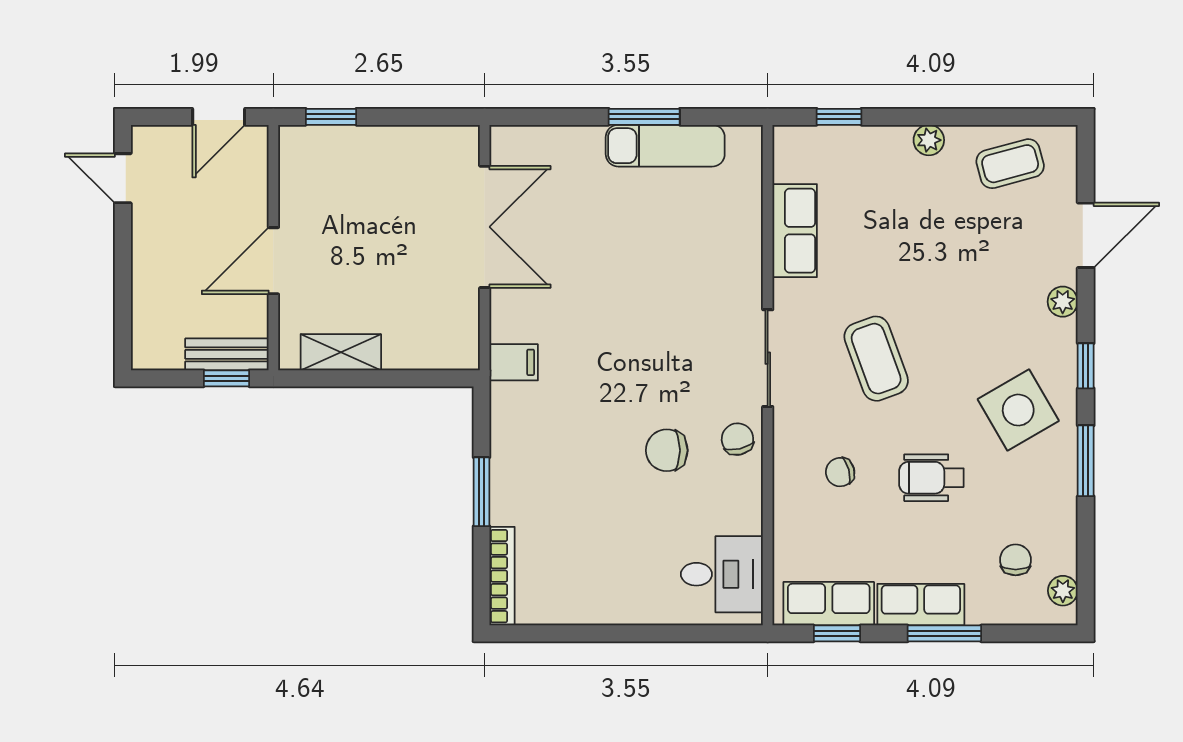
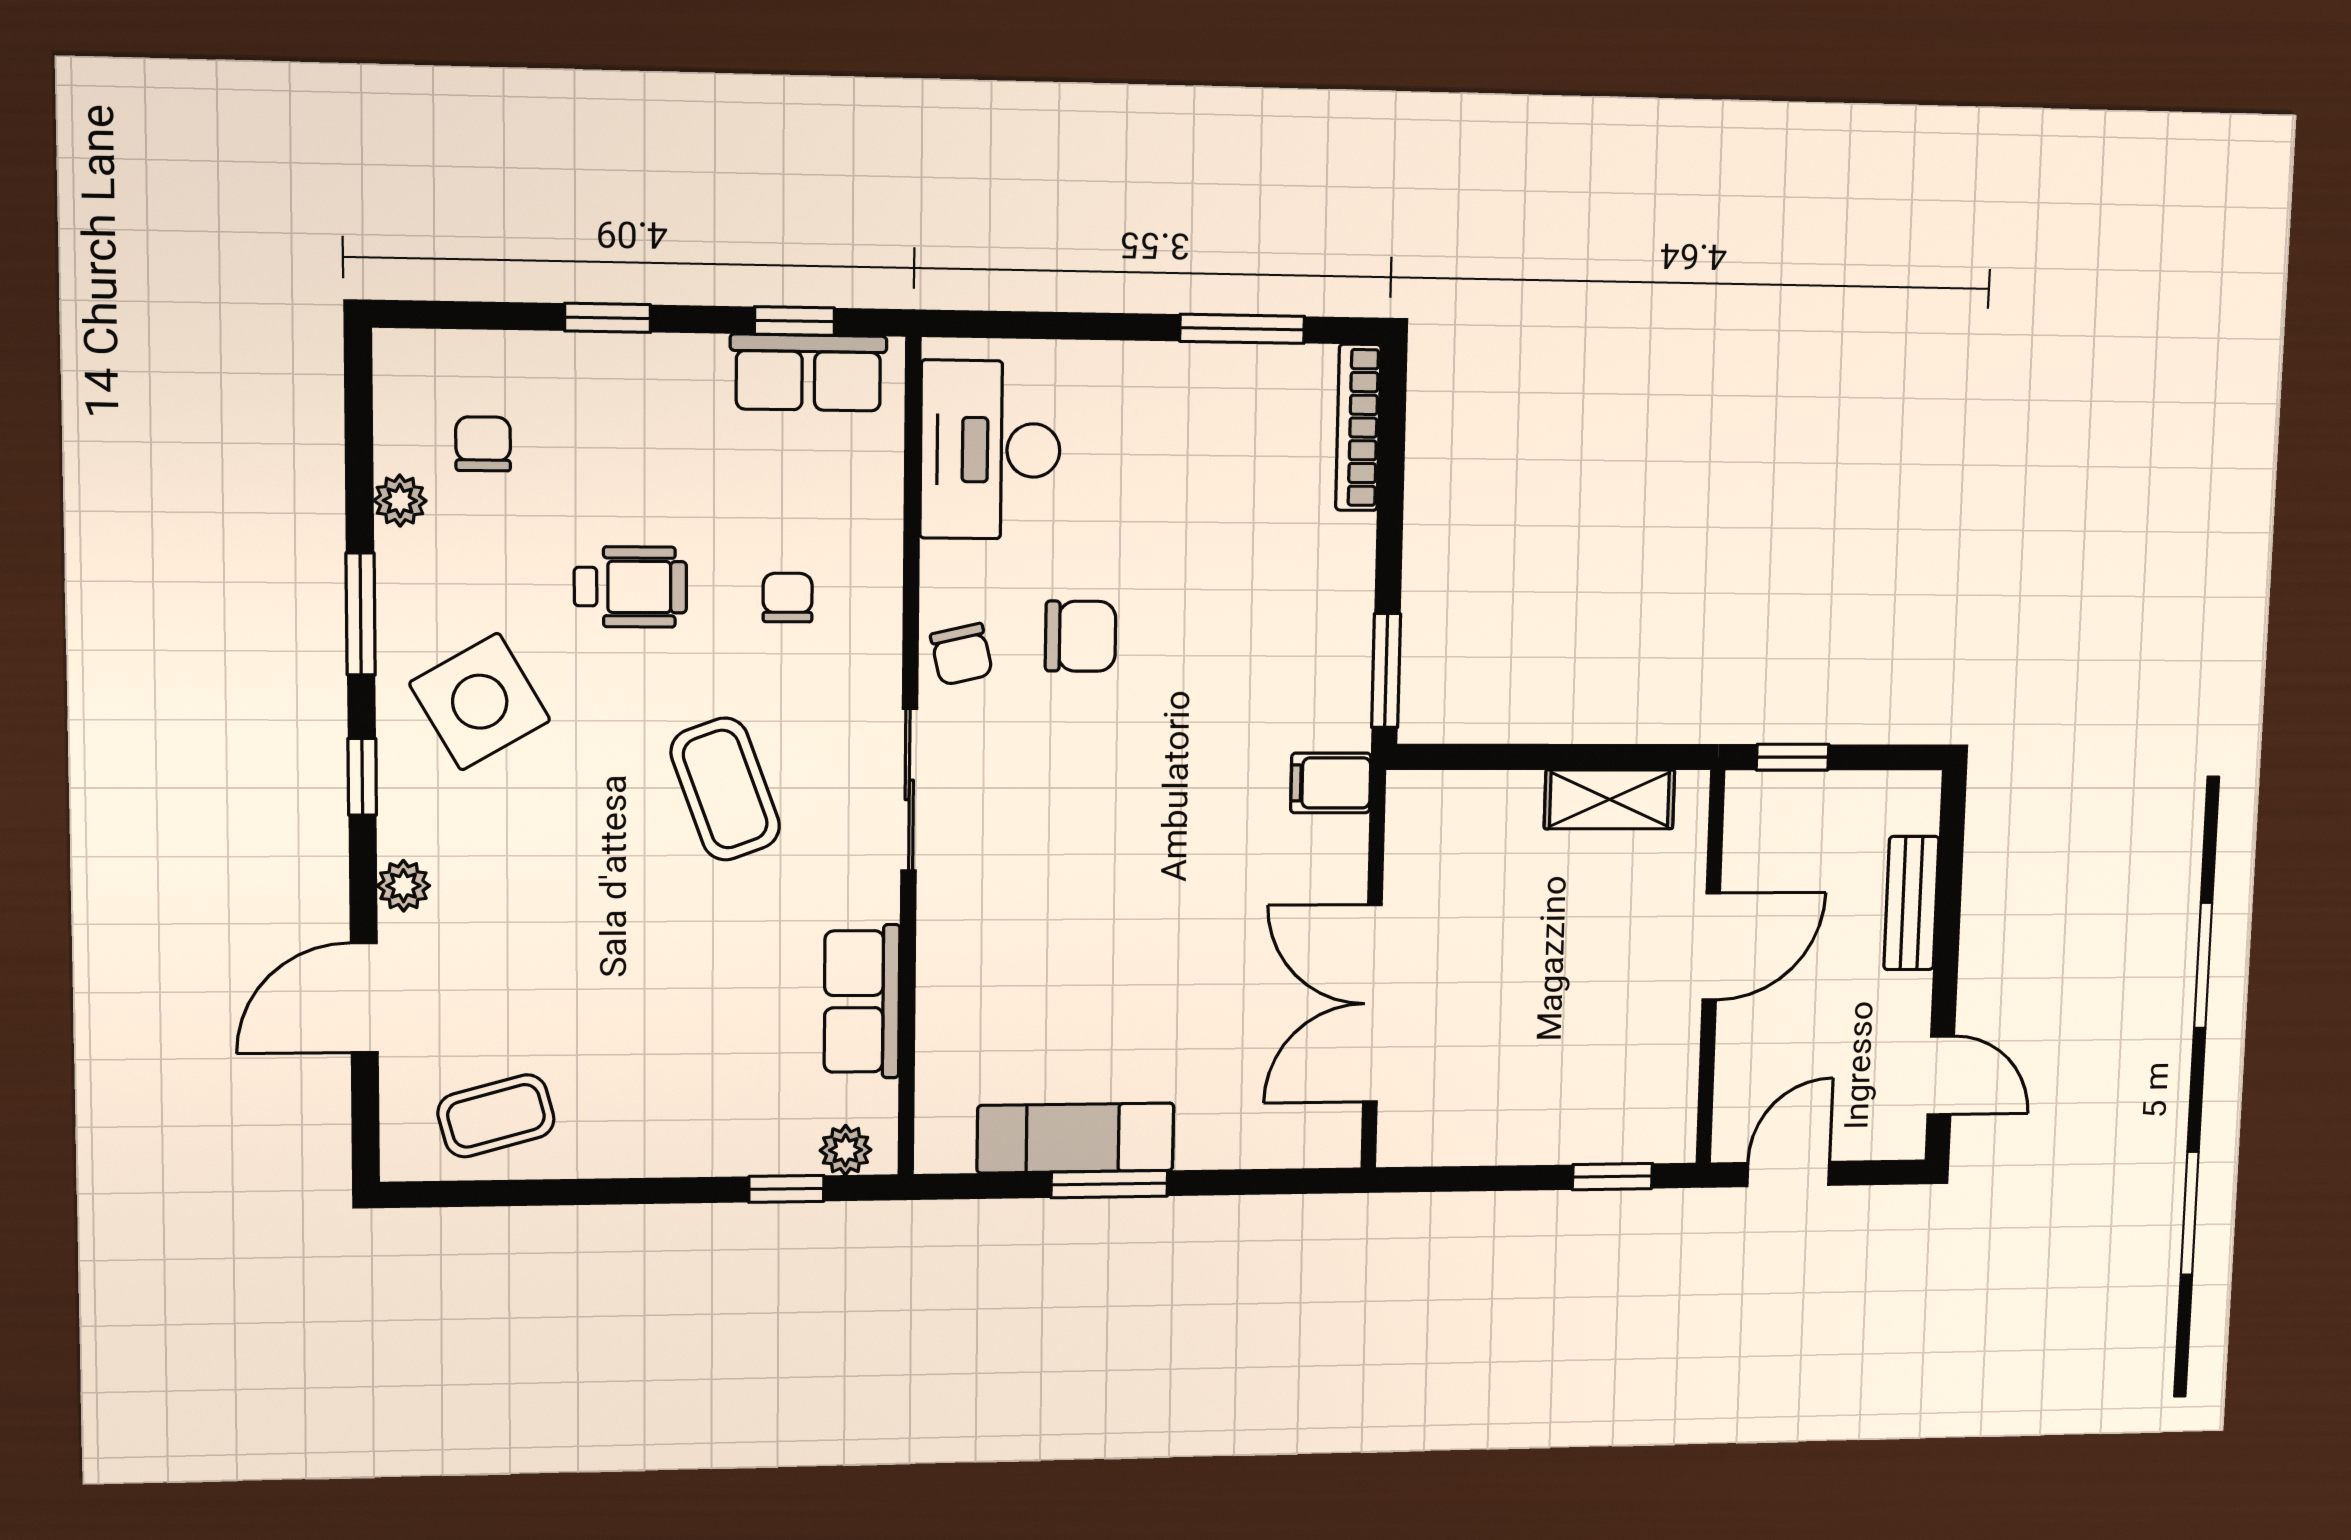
plant: (929, 140) -> (846, 1150), moved
bench: (227, 354) -> (1911, 903), moved, turned 90
chair: (840, 472) -> (788, 598), turned -75
window: (481, 492) -> (1386, 671), moved
chair: (1016, 560) -> (483, 444), turned 180
desk: (722, 574) -> (990, 450), width x1.37
plant: (1063, 591) -> (400, 501), moved
row of seats: (921, 605) -> (649, 369), removed
window: (573, 633) -> (1242, 329), added
window: (944, 633) -> (608, 318), width x0.67

